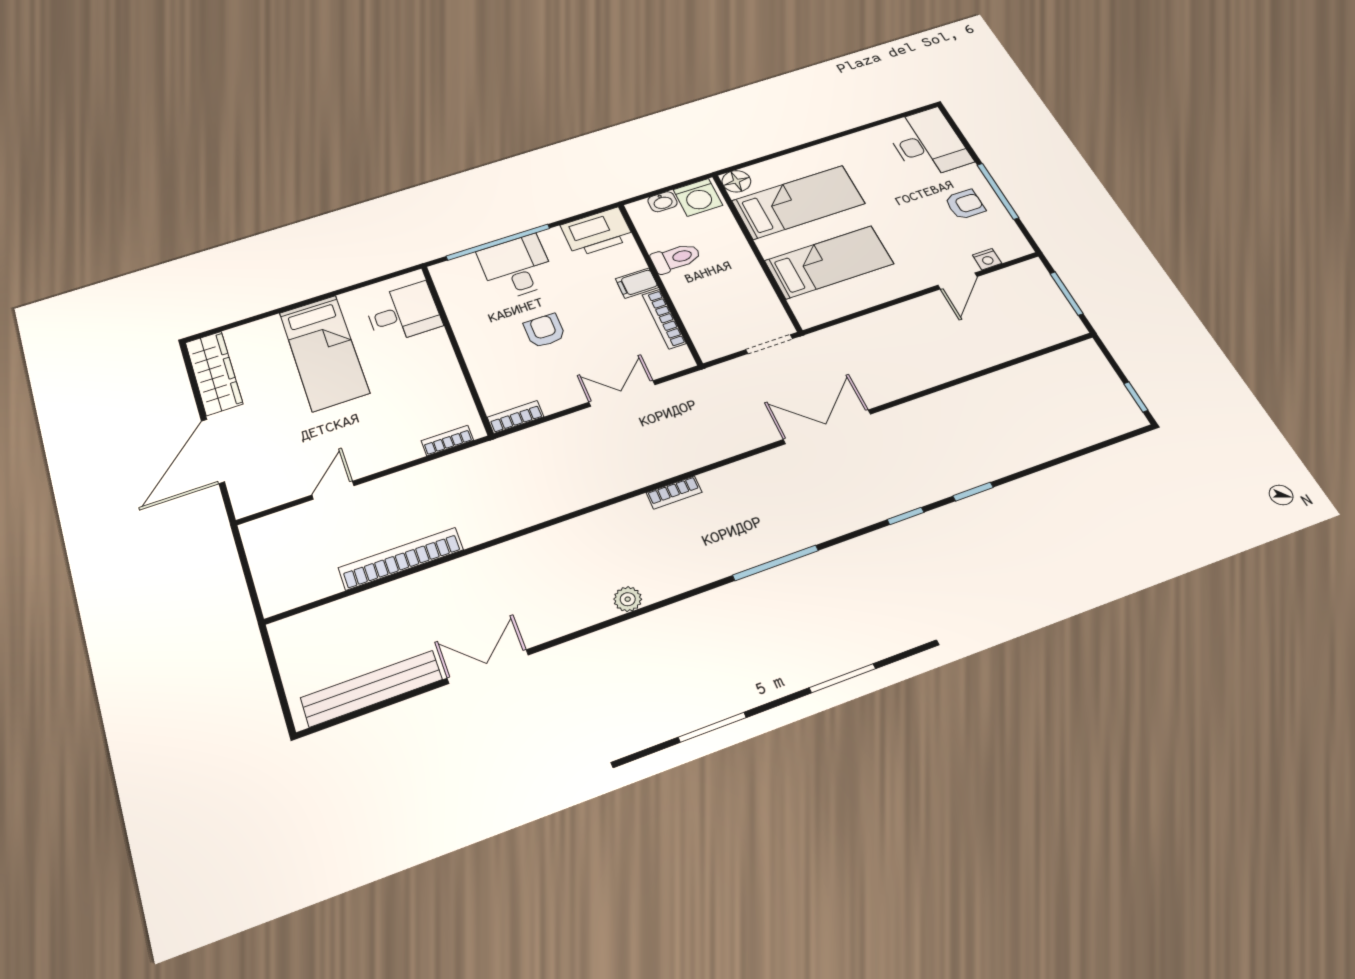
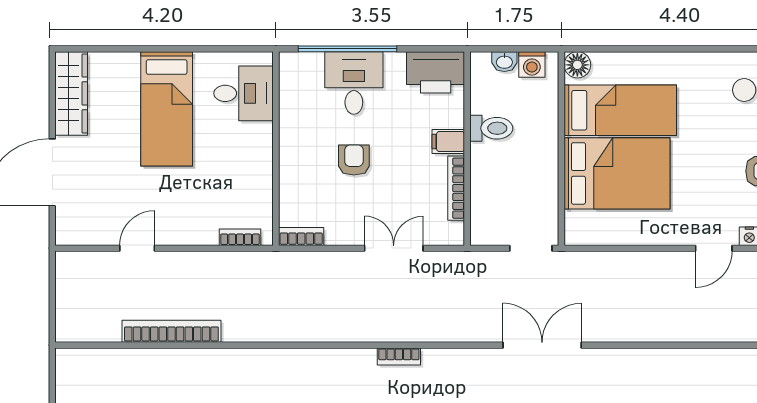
washing machine: (698, 197) -> (532, 64), width x0.73, depth x0.73
bed: (829, 262) -> (617, 173), width x1.50

